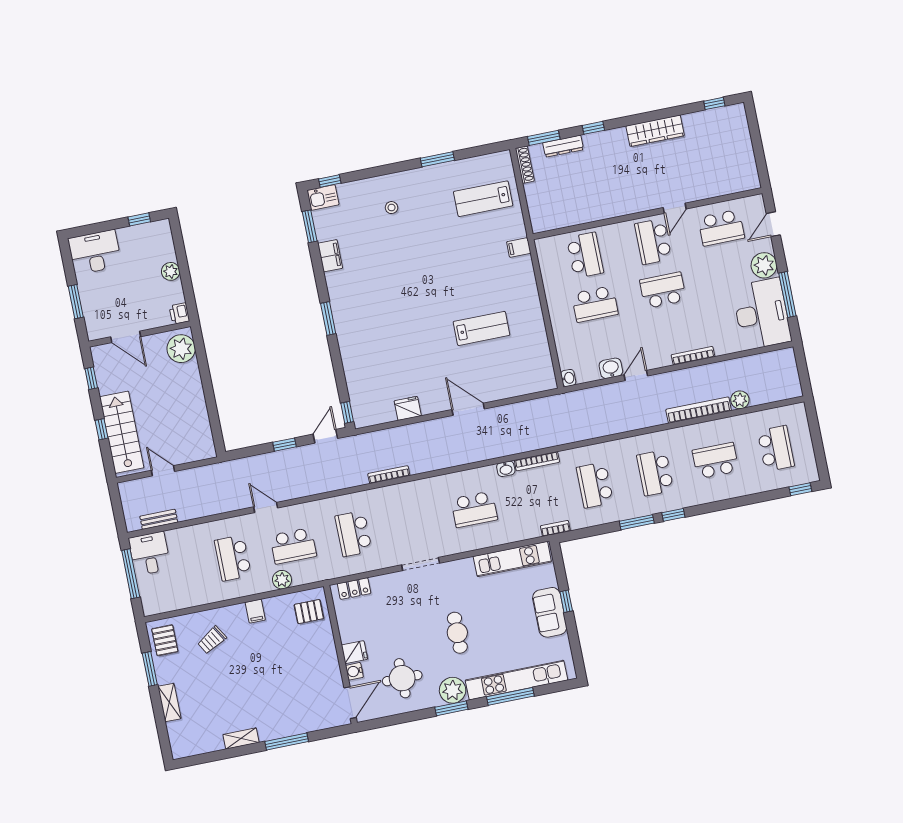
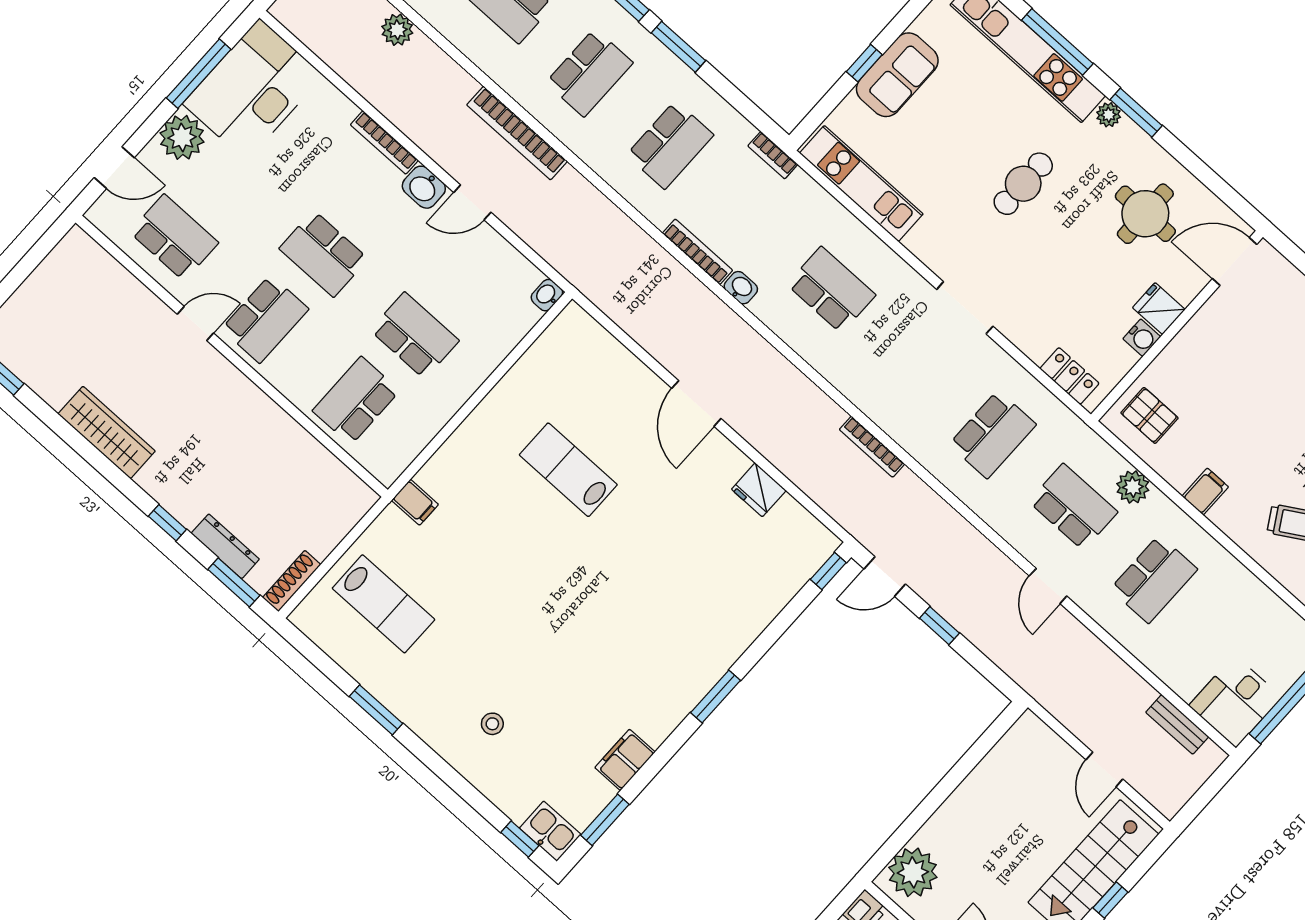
washbasin: (611, 368) -> (424, 187), moved
bookcase: (699, 410) -> (517, 133), moved
water cooler: (354, 671) -> (1142, 338), moved
plant: (453, 690) -> (1109, 115), width x0.53, depth x0.53

